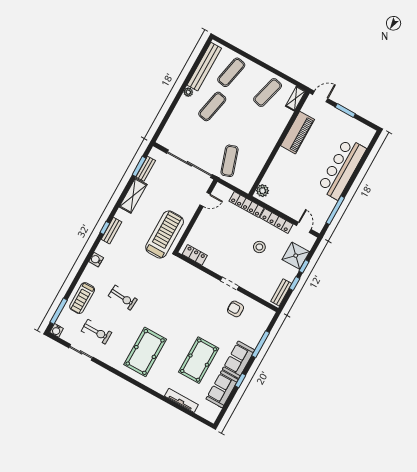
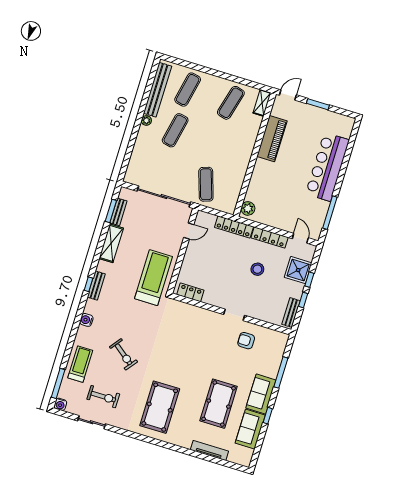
treadmill: (82, 298) -> (80, 364), turned 180
exercise bike: (123, 298) -> (123, 354), turned 34

